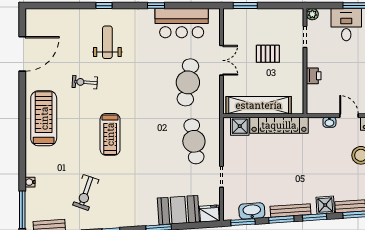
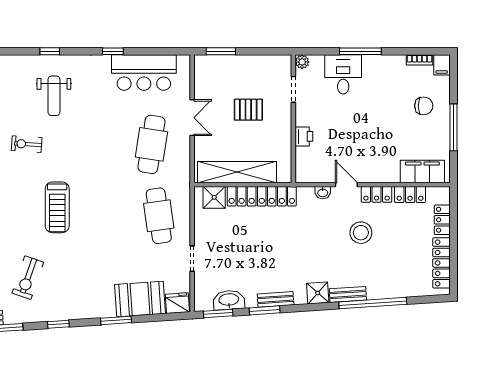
weight bench: (107, 42) -> (54, 96), turned 180
bench: (290, 210) -> (276, 299), width x0.73
window: (315, 217) -> (305, 308), removed

